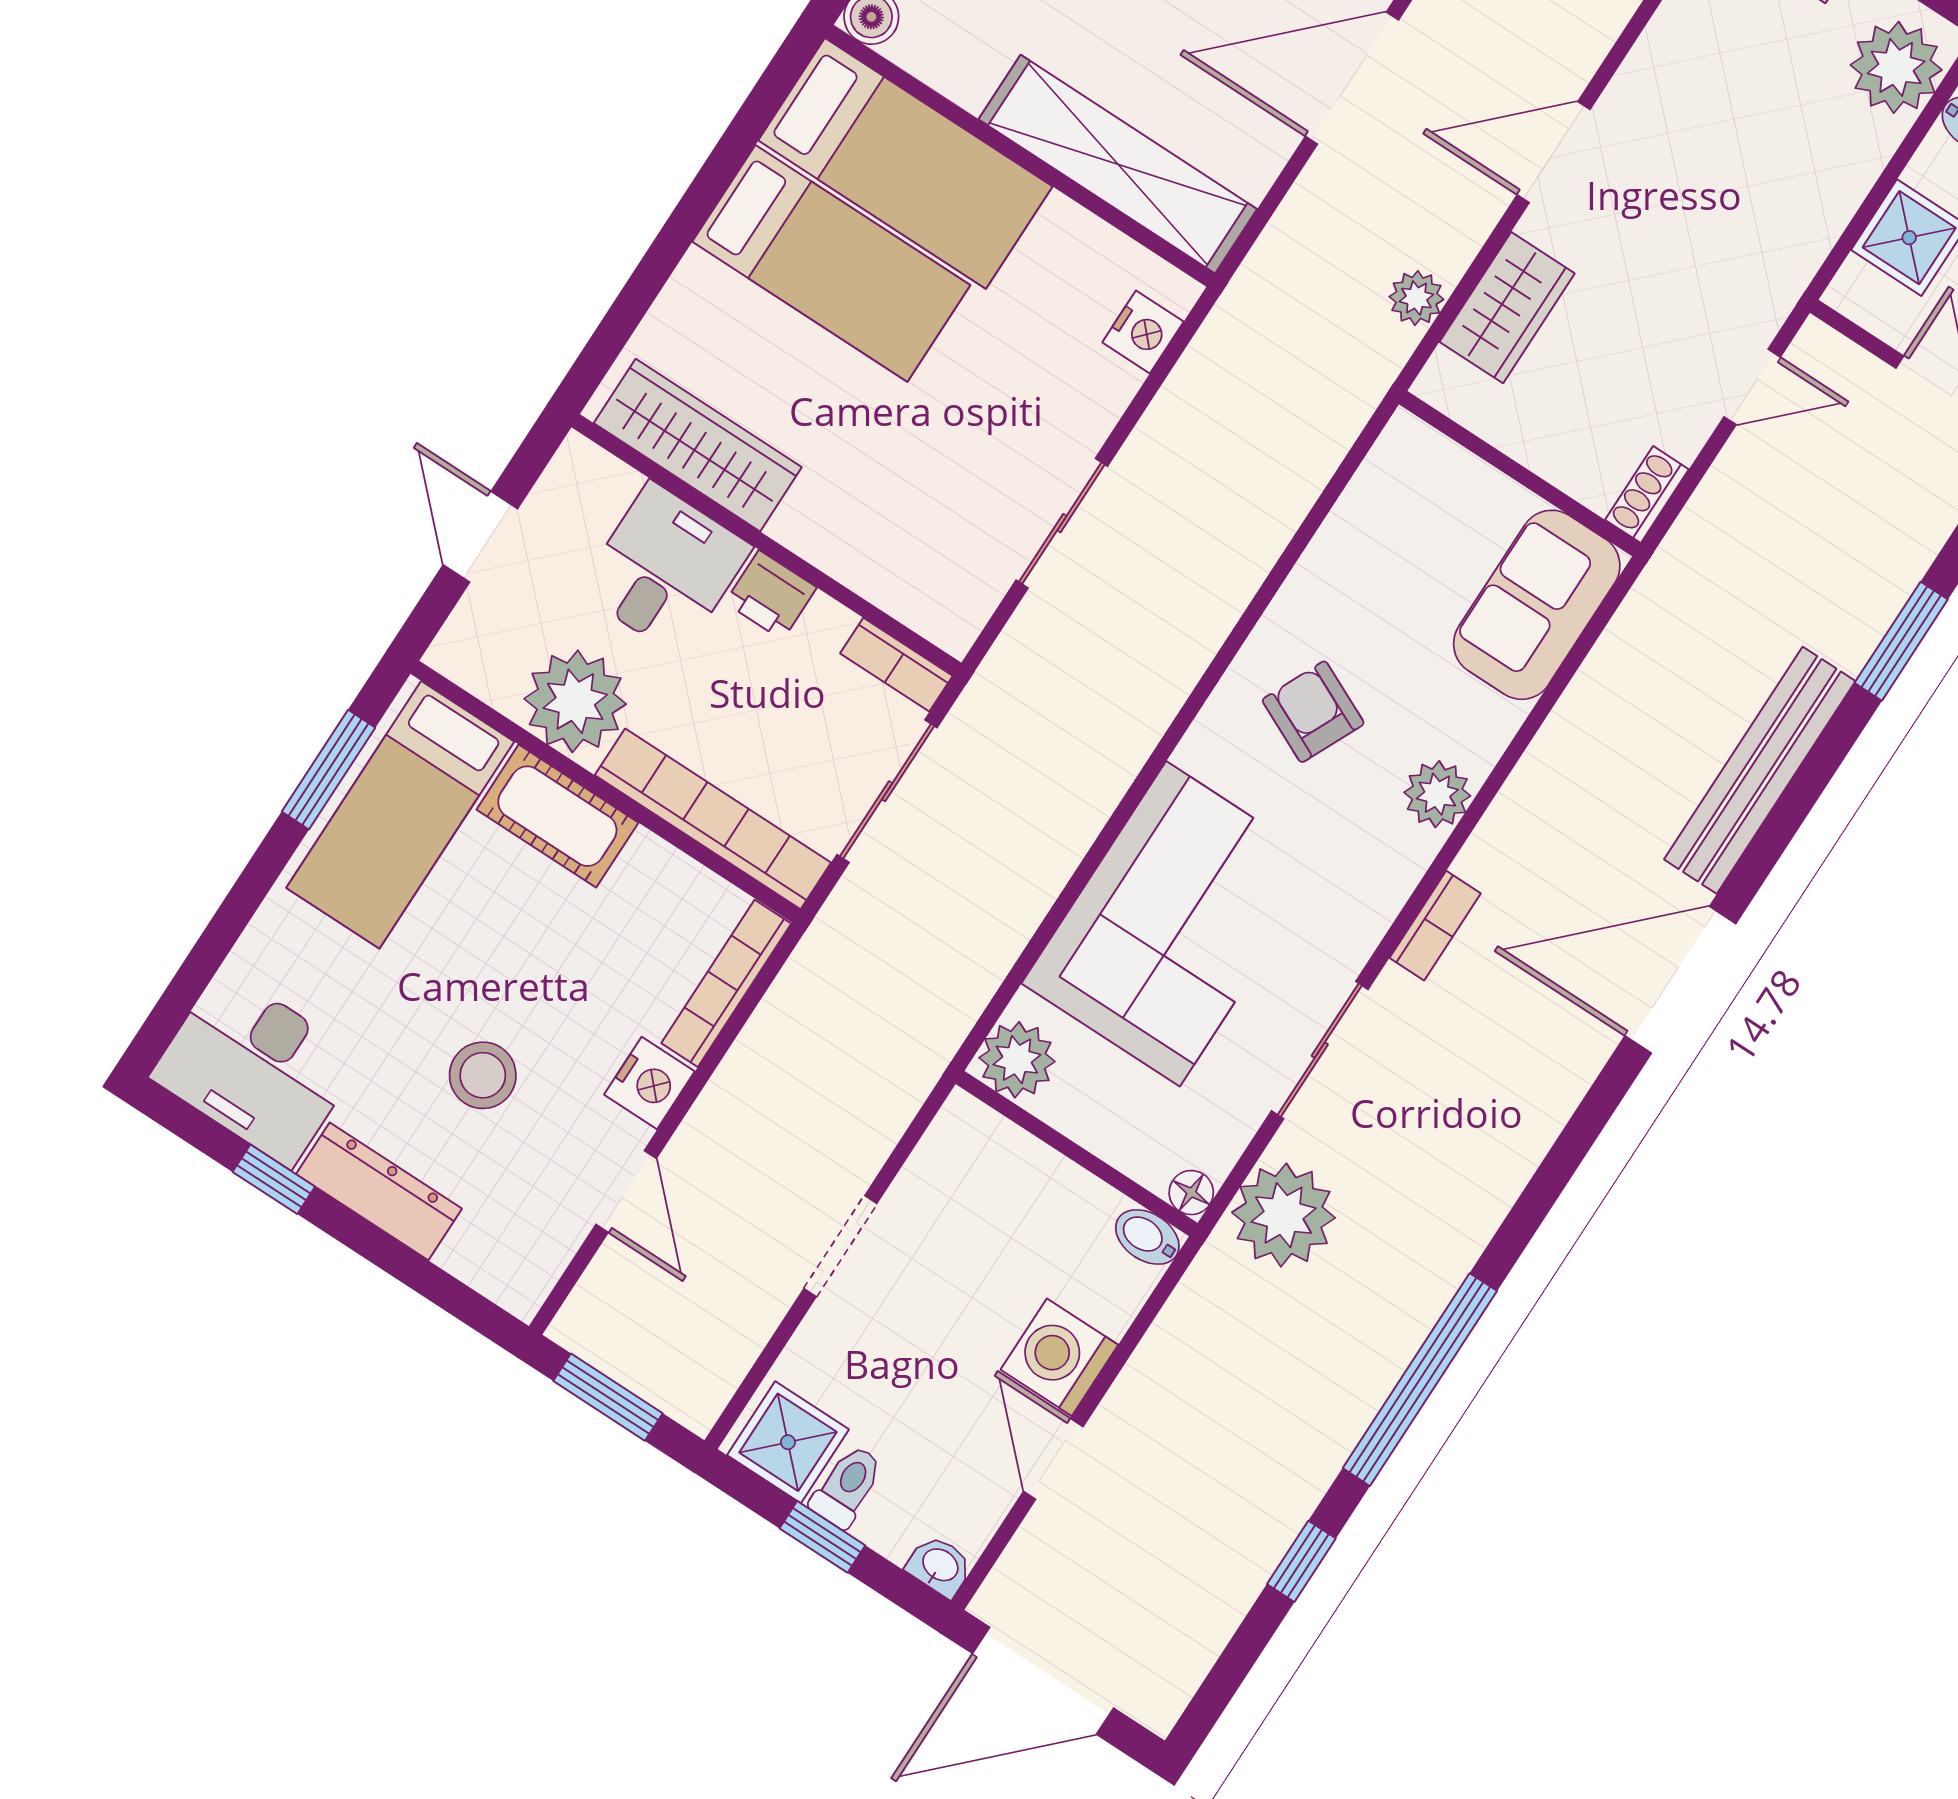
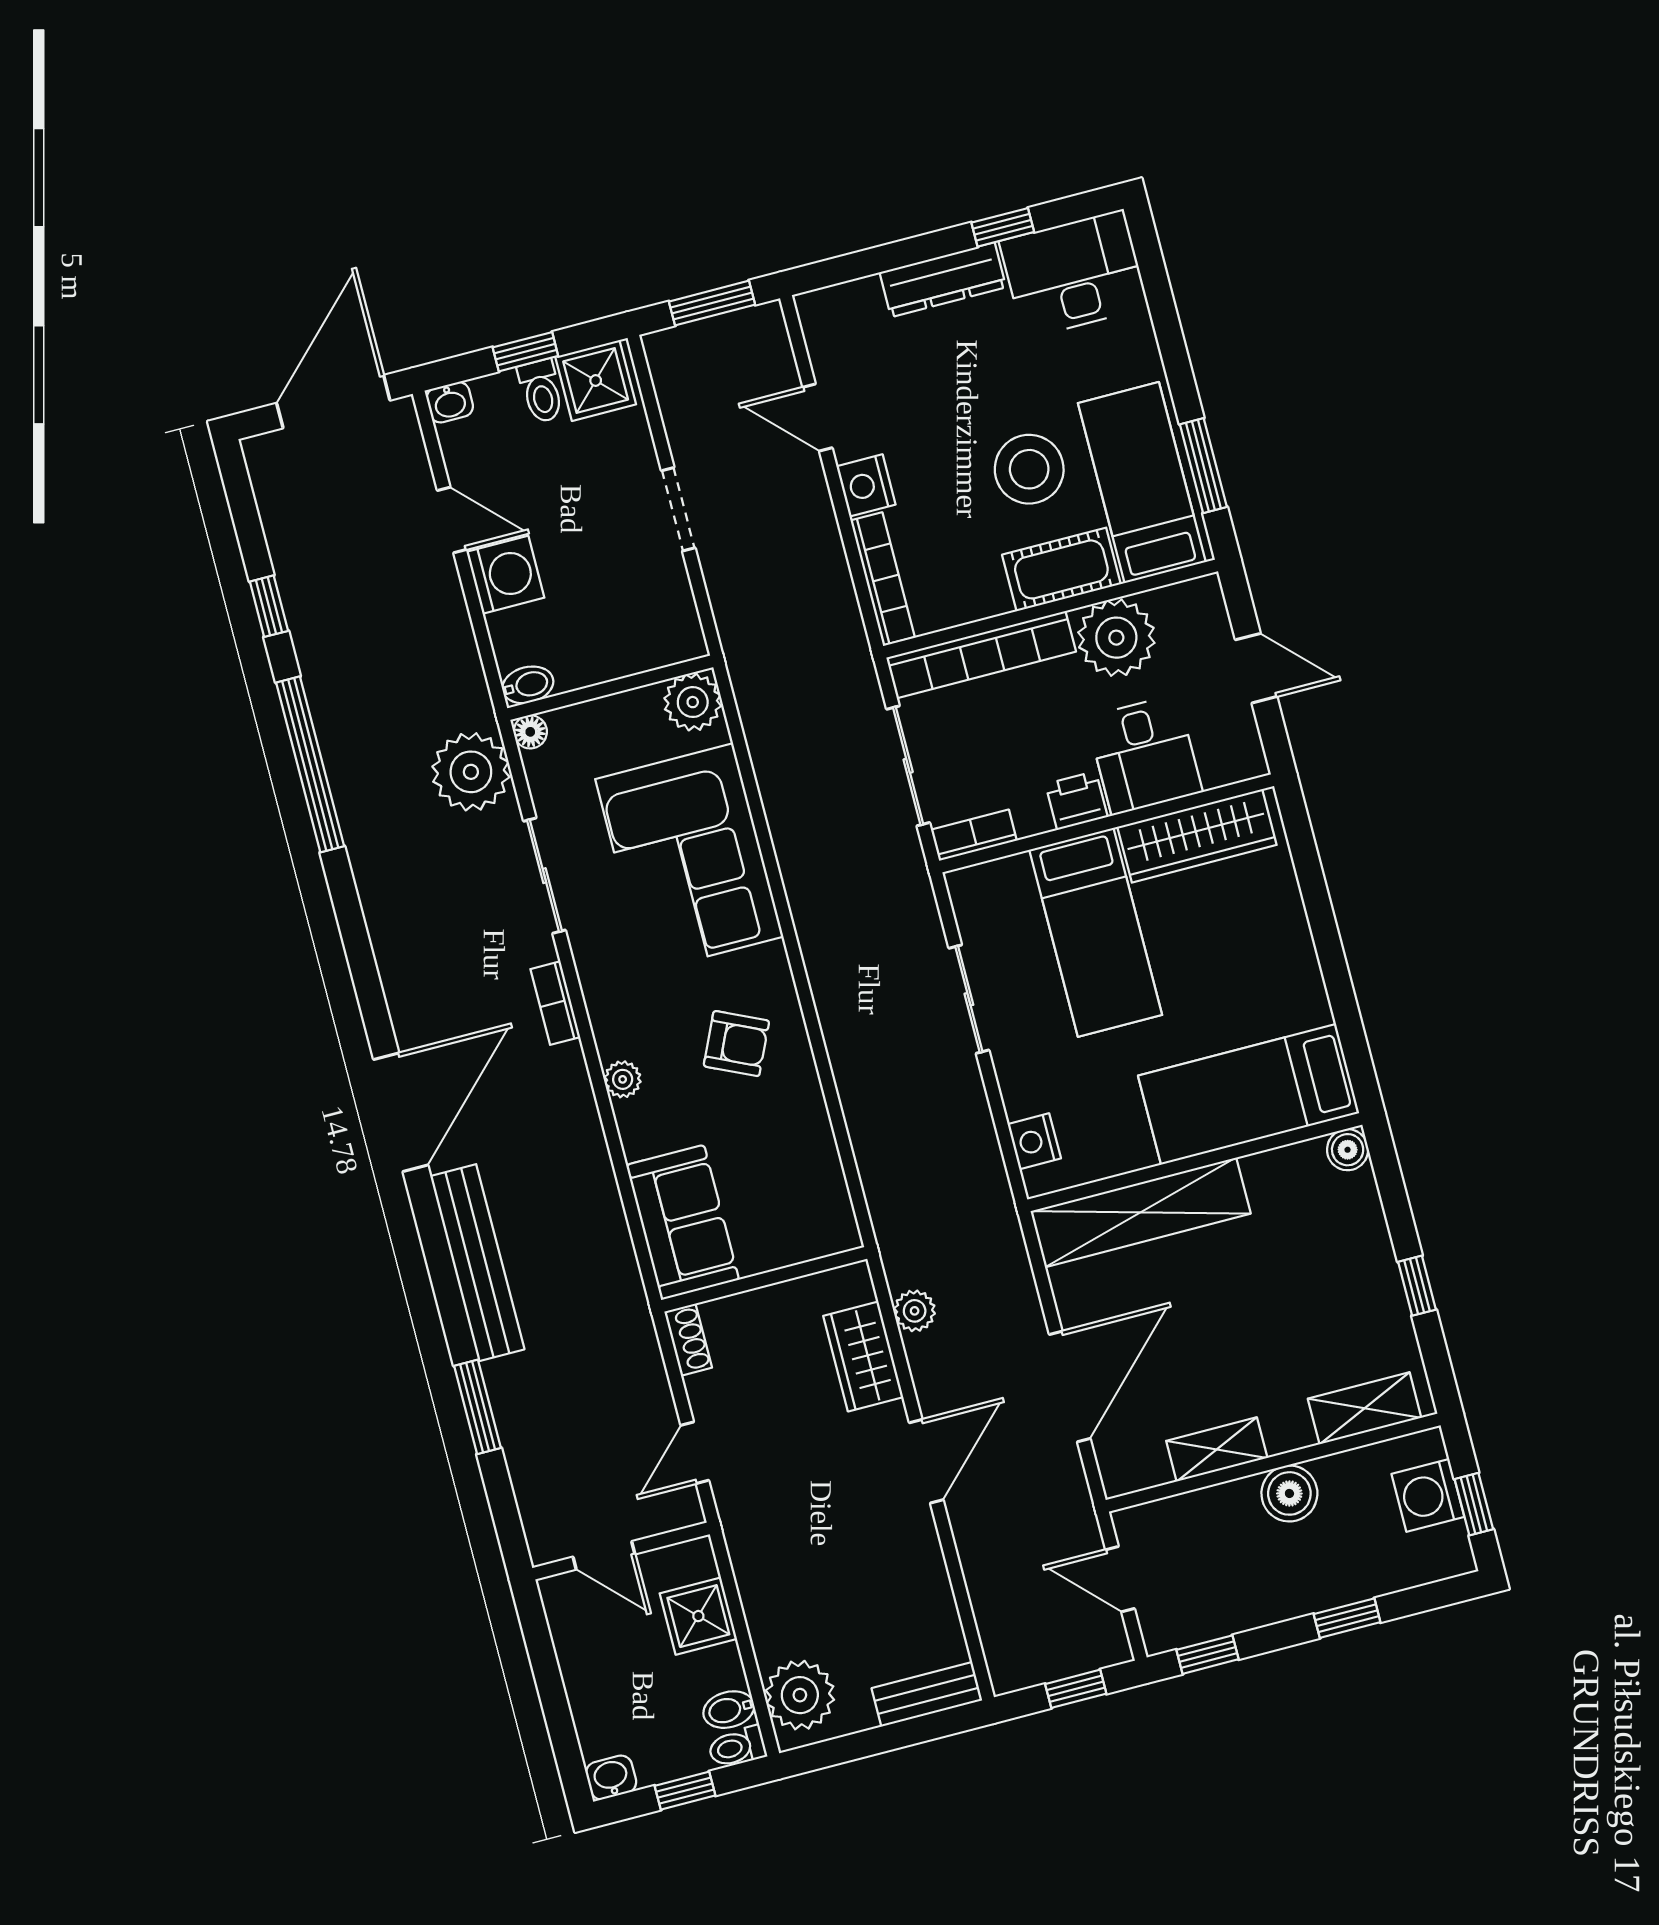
bed: (831, 263) -> (1096, 932), moved, turned -90
plant: (1437, 794) -> (623, 1079), width x0.73, depth x0.73
stool: (483, 1075) -> (1029, 469), moved, width x1.38, depth x1.38

